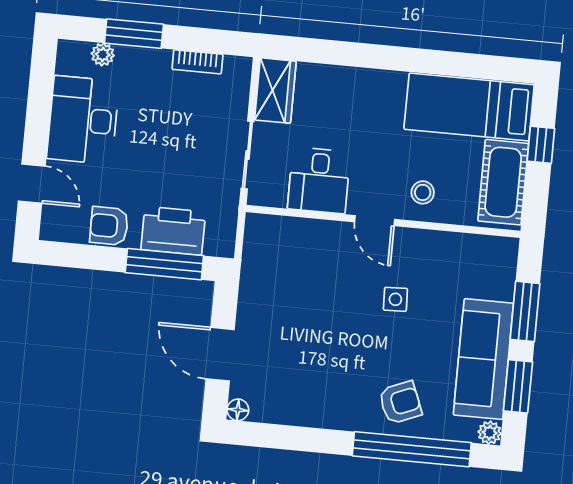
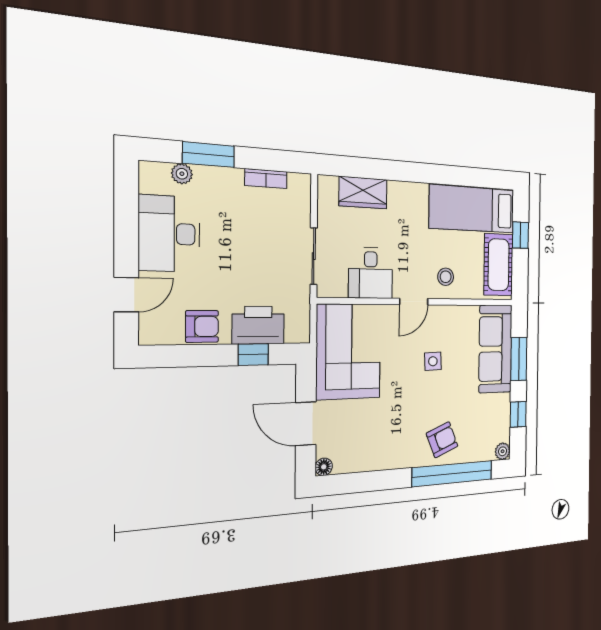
wardrobe: (275, 91) -> (363, 193), moved, turned 90
door: (32, 184) -> (126, 295), hinge flipped
door: (375, 221) -> (414, 302), hinge flipped
armchair: (109, 226) -> (202, 326), turned 180
window: (164, 264) -> (253, 355), width x0.46
corner sofa: (282, 274) -> (348, 351), added
sofa: (483, 359) -> (495, 349), moved
window: (518, 386) -> (518, 414), width x0.67

